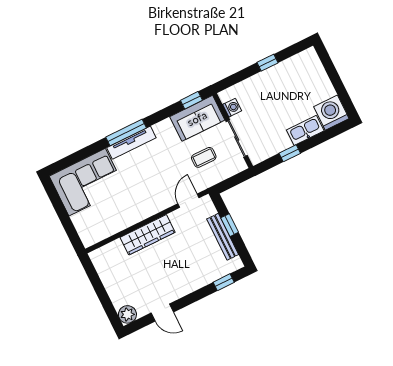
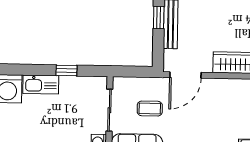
door: (188, 201) -> (185, 75), width x1.38
window: (230, 225) -> (159, 18), moved

